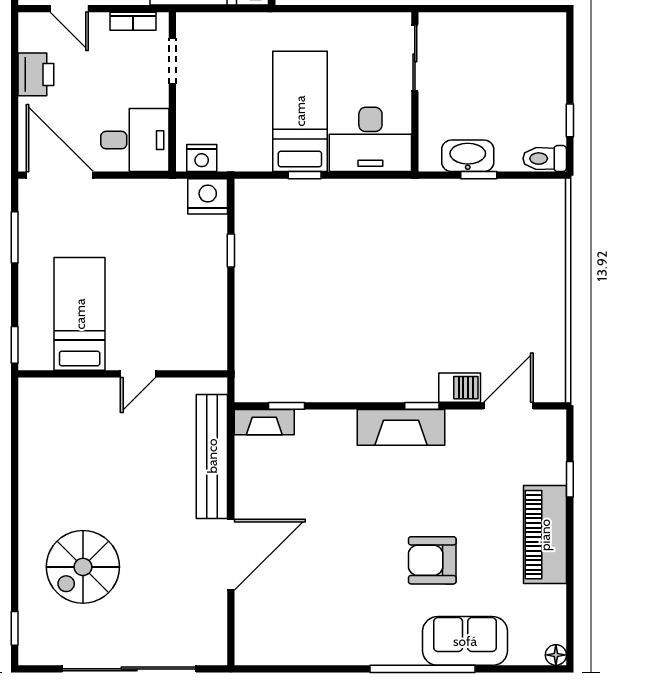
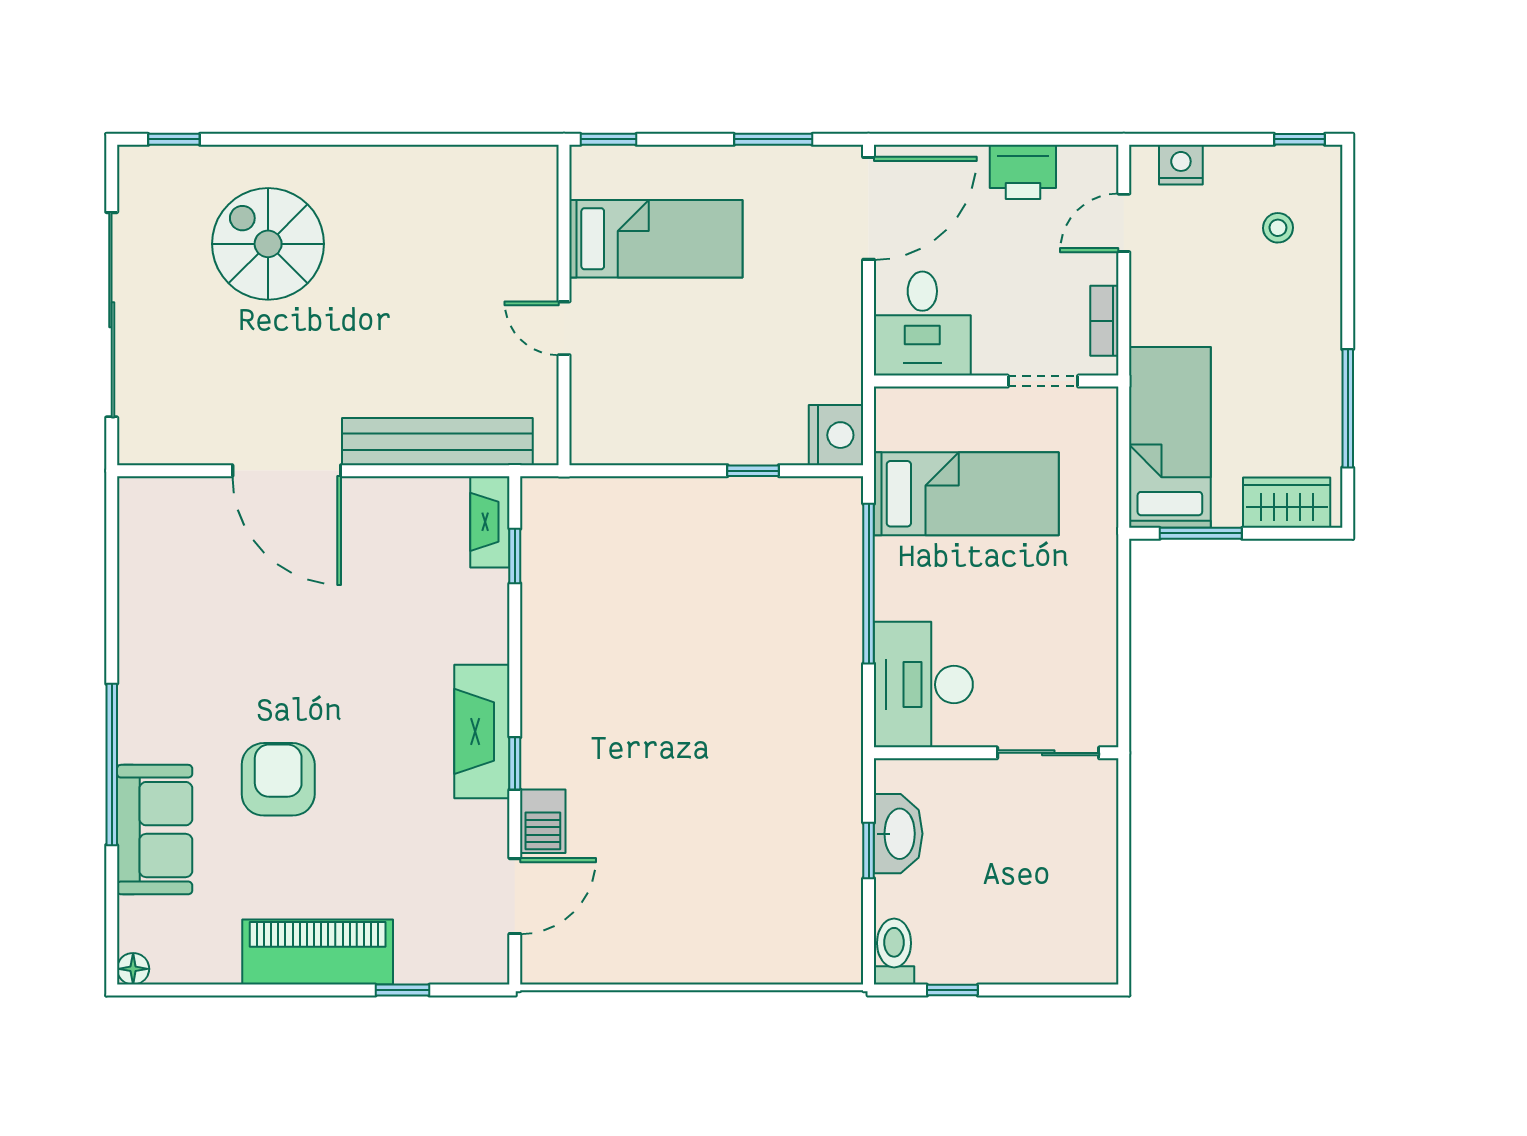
bed: (300, 111) -> (966, 494), moved
nightstand: (202, 158) -> (895, 426), removed
window: (305, 175) -> (869, 584), width x3.17
door: (508, 406) -> (515, 896), hinge flipped

